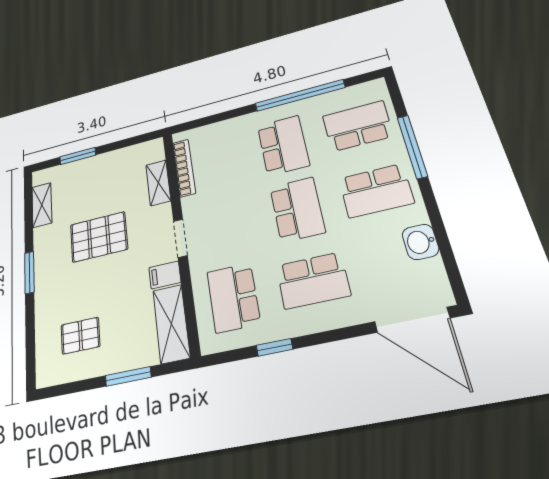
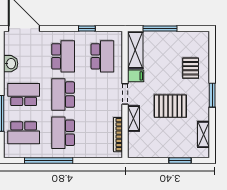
shelving: (158, 183) -> (134, 119), moved
school desk: (313, 280) -> (63, 56), turned 90
pallet: (80, 336) -> (191, 68), moved, turned 90
window: (128, 376) -> (160, 29), width x1.44

